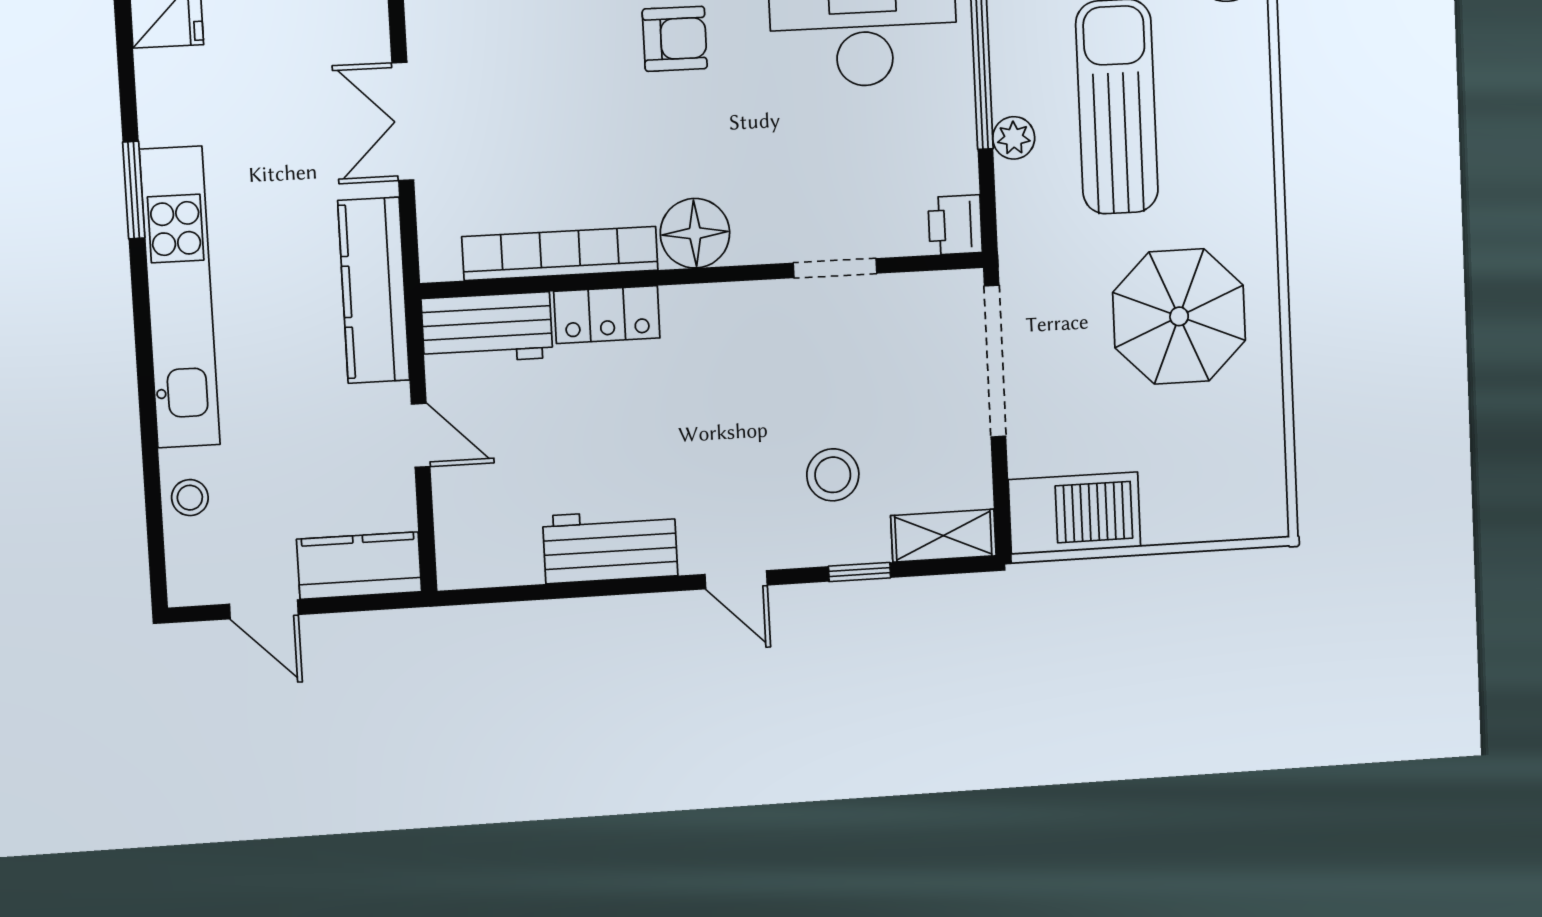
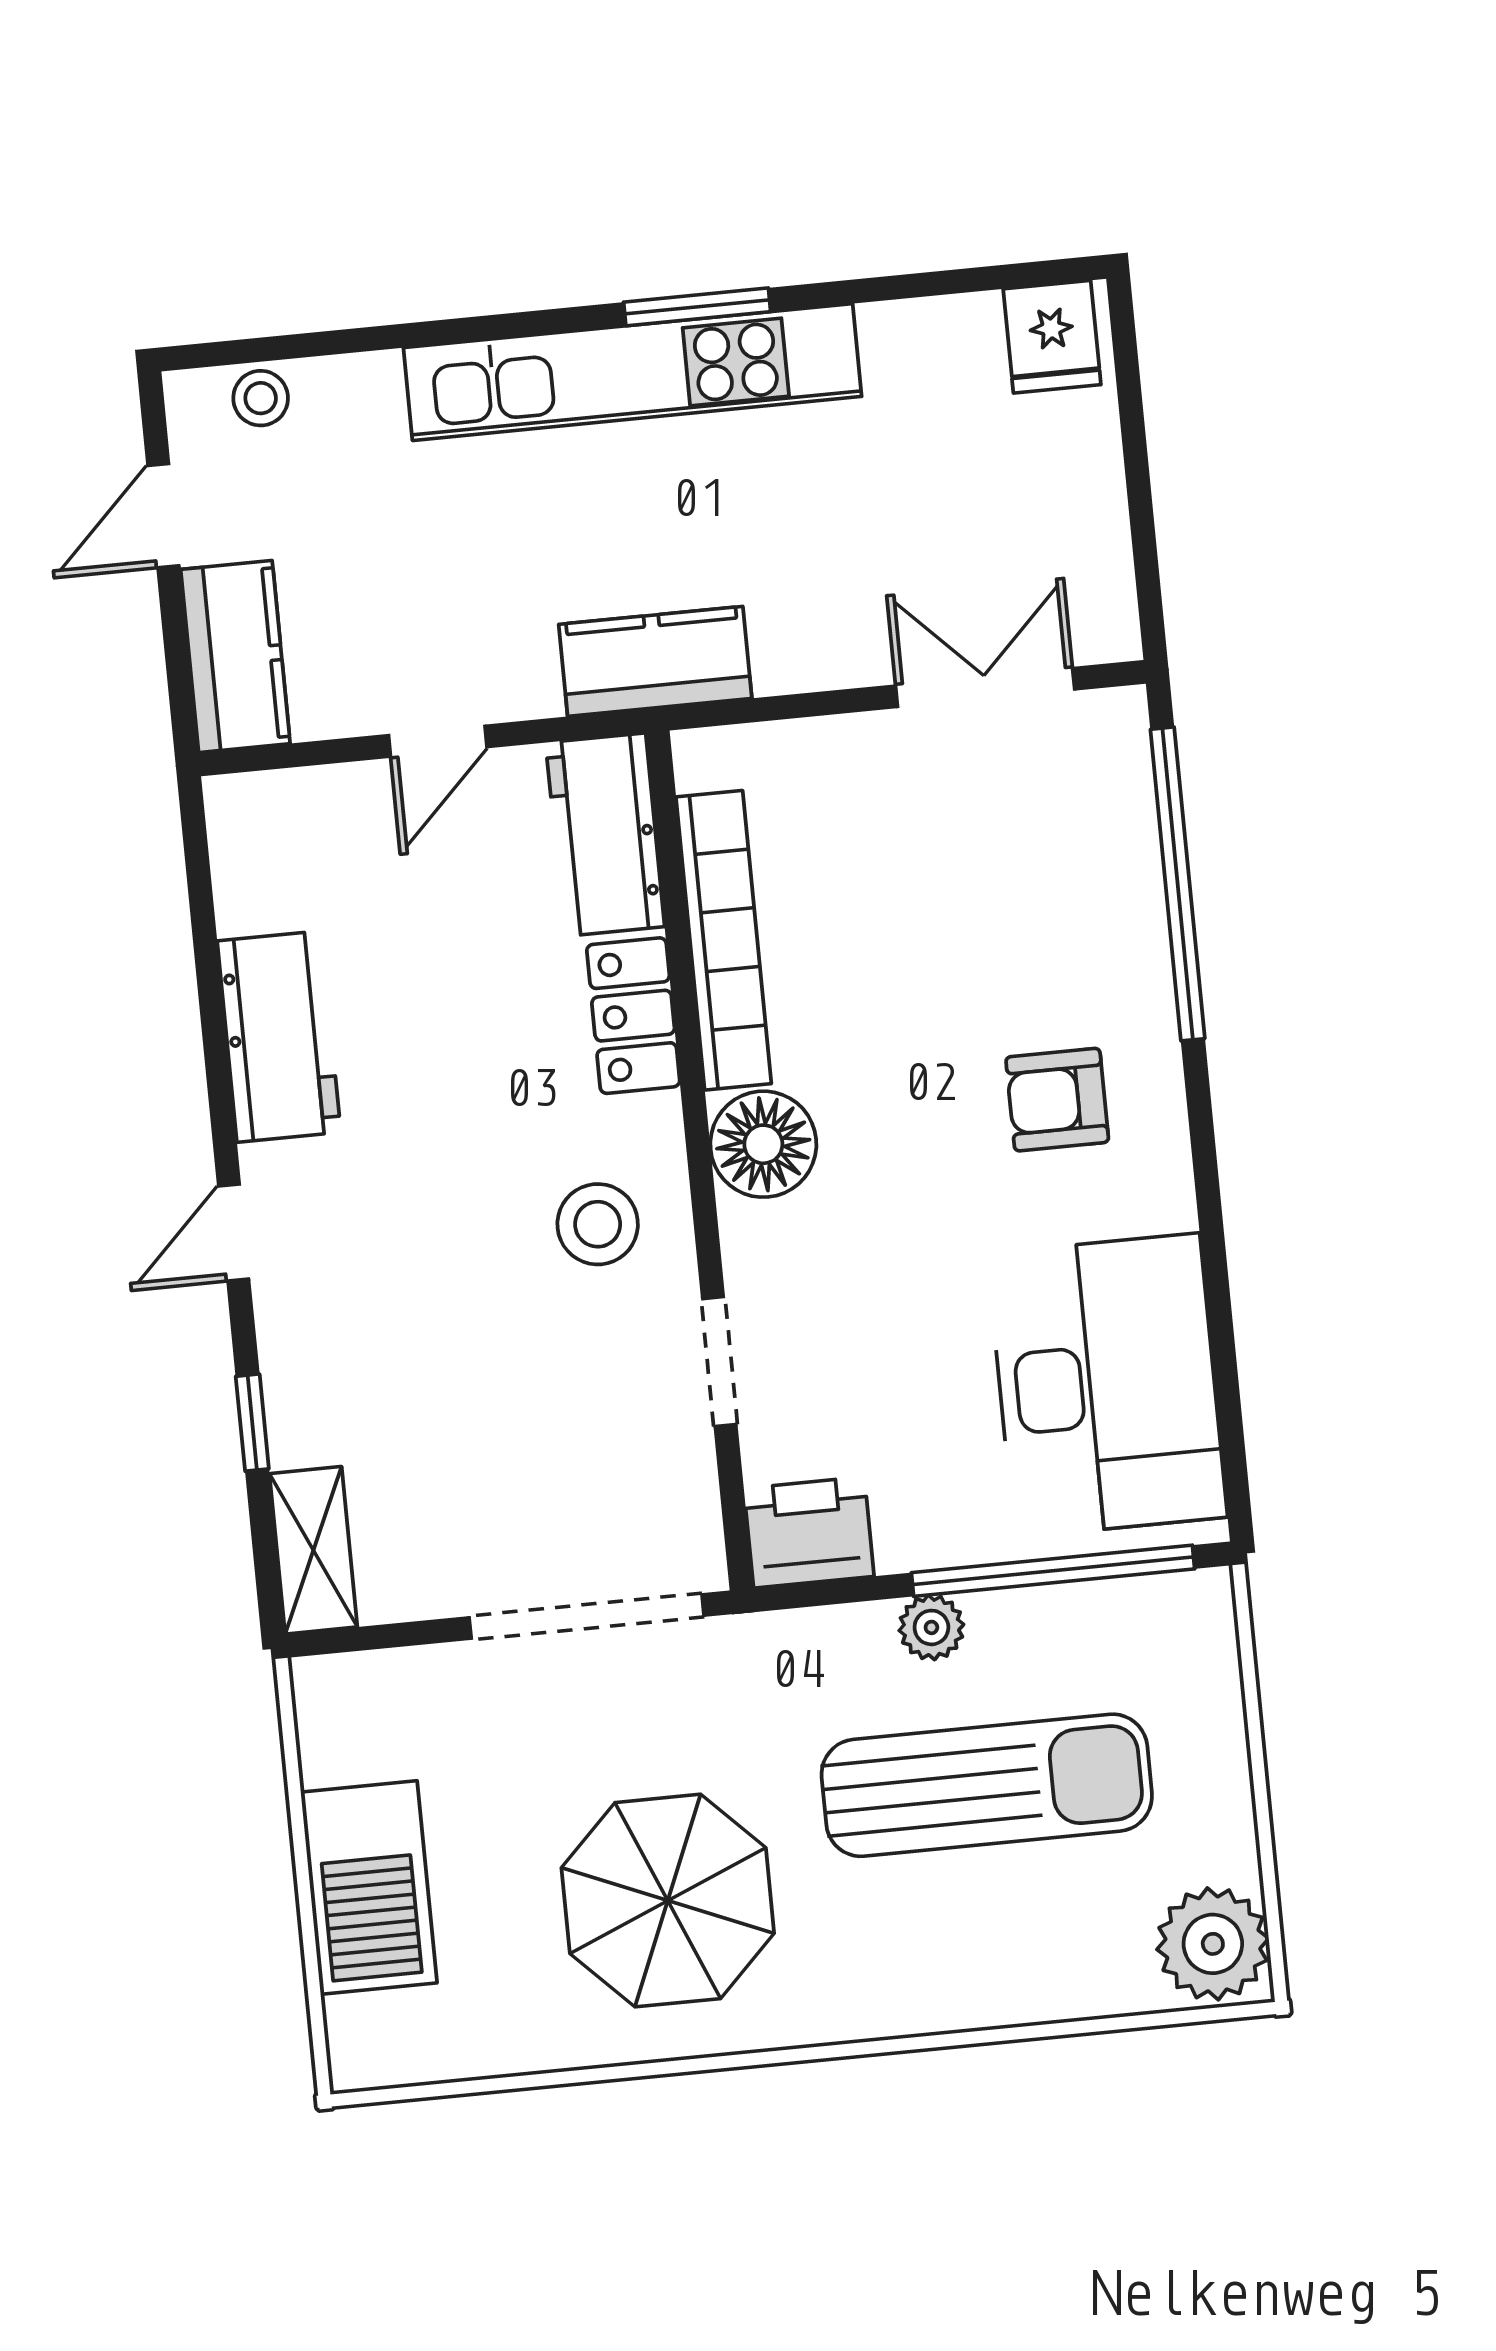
armchair: (675, 39) -> (1057, 1100), turned 90
double door: (403, 121) -> (985, 688), moved
window: (134, 190) -> (697, 307), moved
printer: (955, 225) -> (809, 1532), width x1.36, depth x1.24
kitchen counter: (374, 290) -> (655, 661), width x0.67
stool: (833, 475) -> (598, 1224), moved
stool: (190, 498) -> (261, 398), moved
barbecue: (1075, 513) -> (369, 1888), moved

